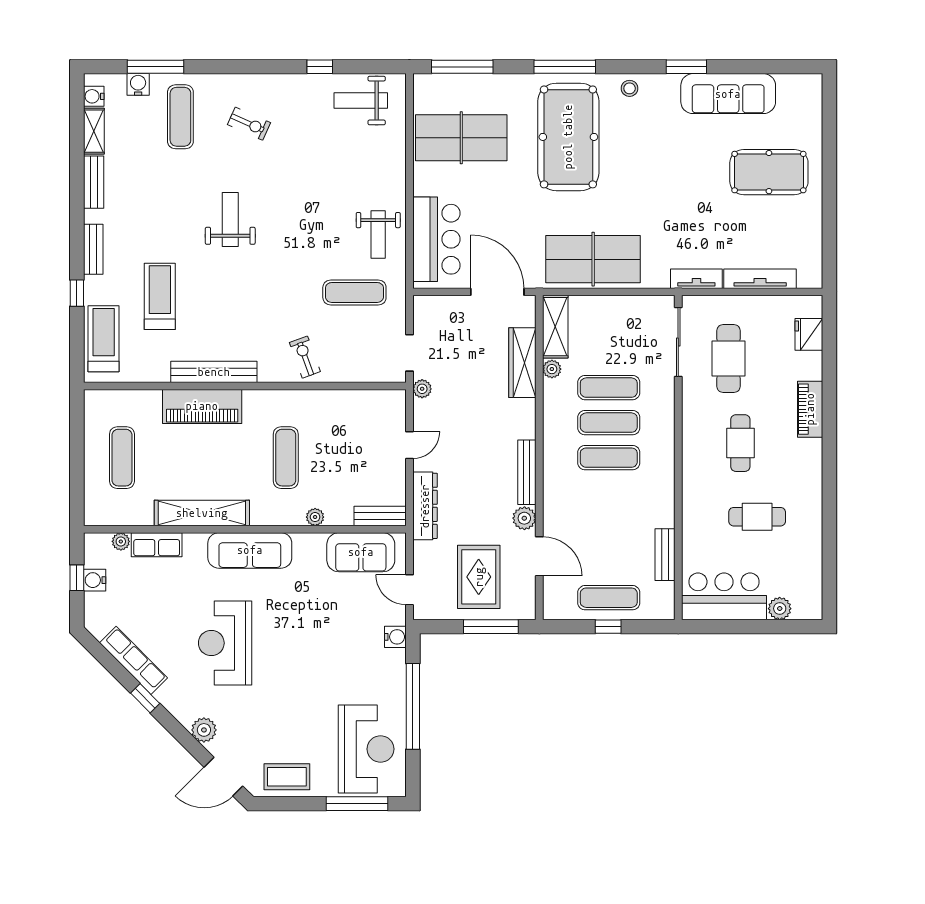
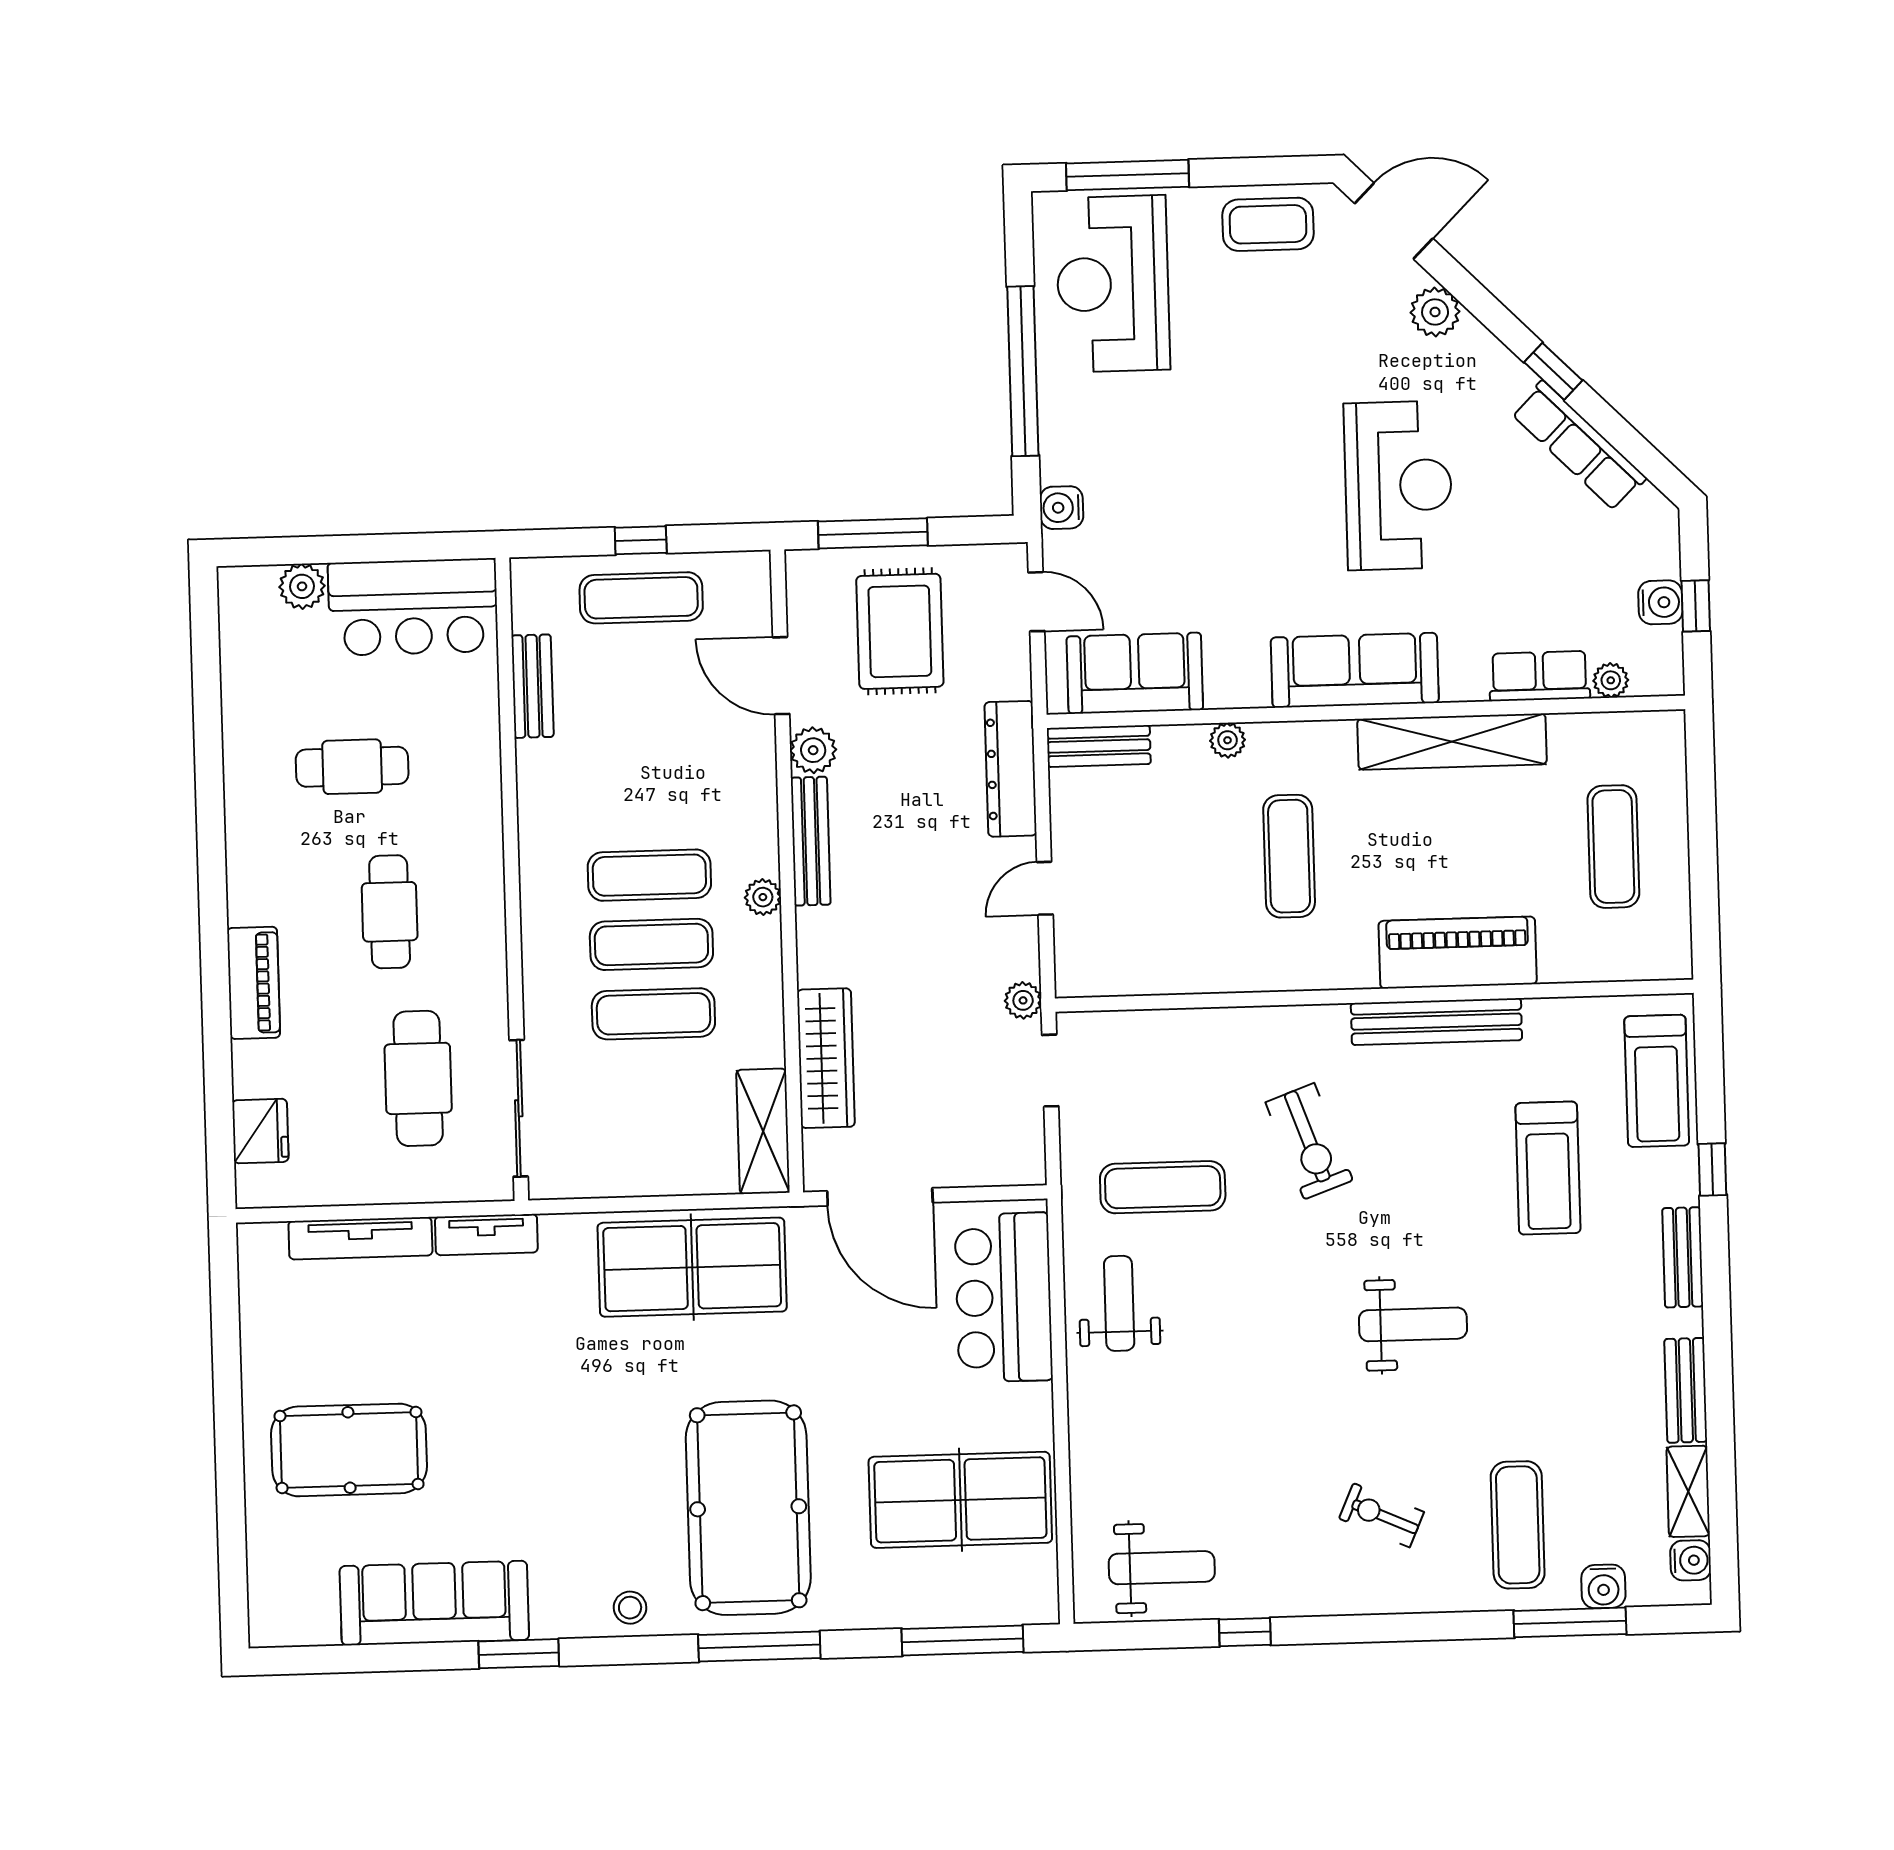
weight bench: (230, 219) -> (1413, 1324), turned -90
exercise bike: (305, 357) -> (1309, 1141), moved, width x1.38, depth x1.39
plant: (552, 369) -> (763, 897), moved

